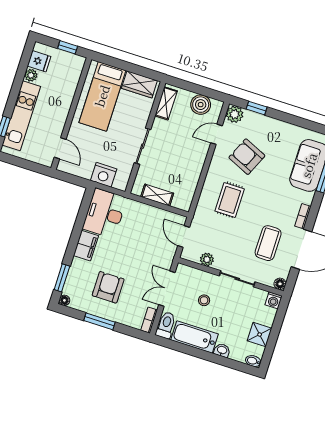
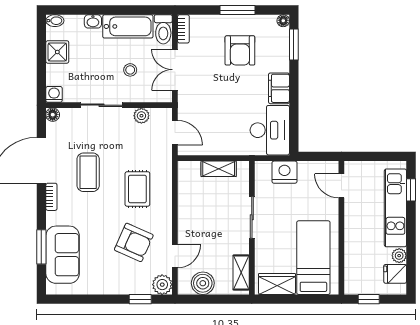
coffee table: (268, 243) -> (88, 172), moved
double door: (167, 289) -> (175, 70), swing flipped

